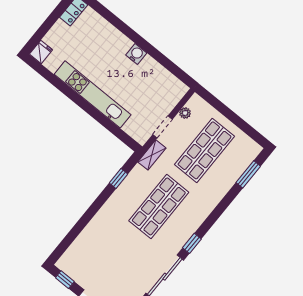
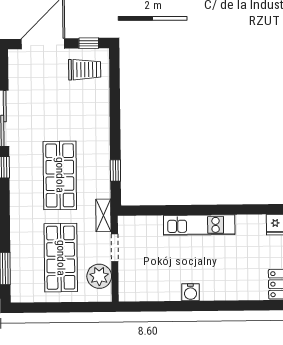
kitchen unit: (93, 94) -> (199, 225), width x0.73
plant: (185, 113) -> (99, 276), width x1.87, depth x1.87
trolley: (82, 264) -> (85, 70), added

